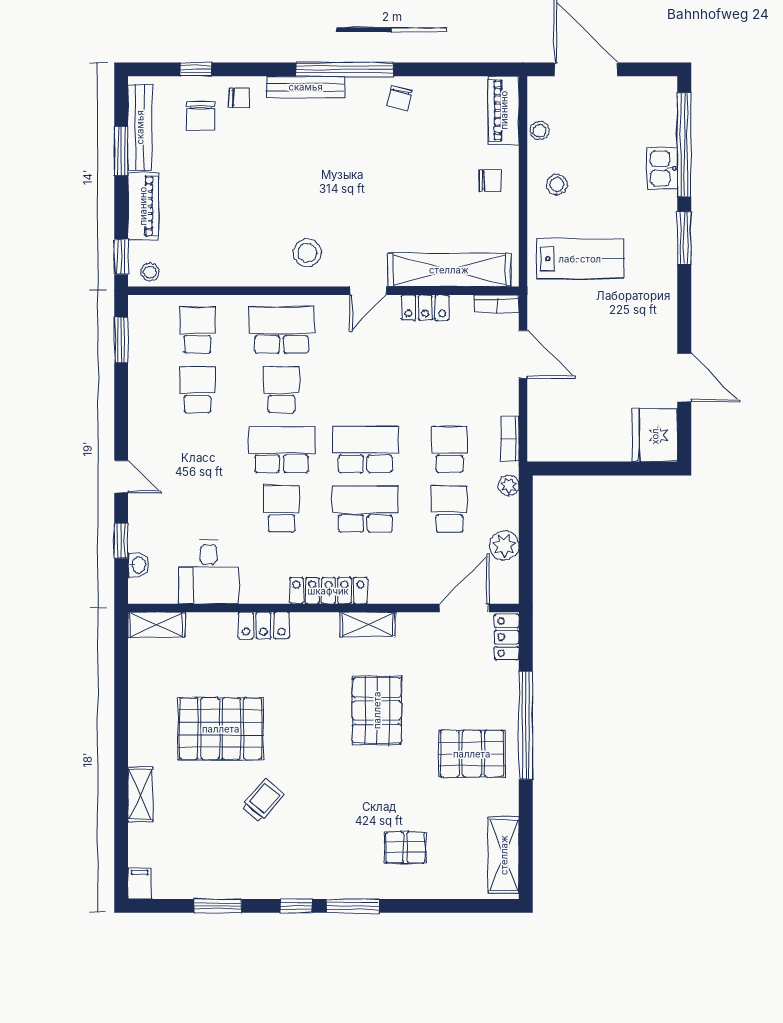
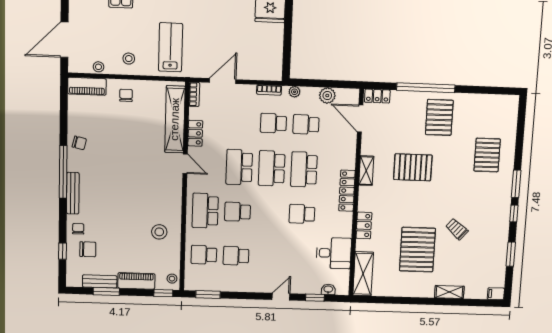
bench: (140, 127) -> (100, 281), width x0.73
stool: (307, 253) -> (159, 232), moved
school desk: (281, 449) -> (239, 167), moved
shelving: (156, 625) -> (363, 274), width x1.50, depth x1.33
pallet: (405, 847) -> (487, 155), width x1.50, depth x1.42
shelving: (504, 855) -> (495, 102), removed

